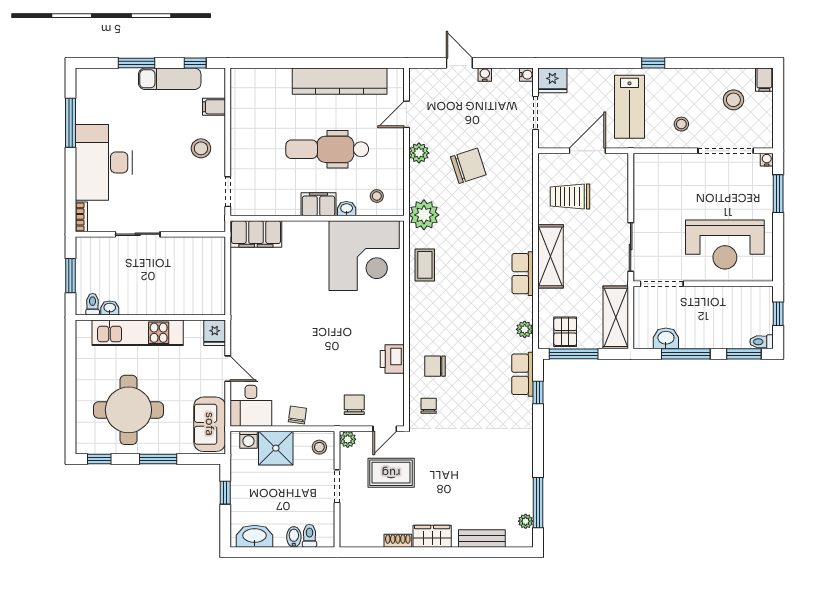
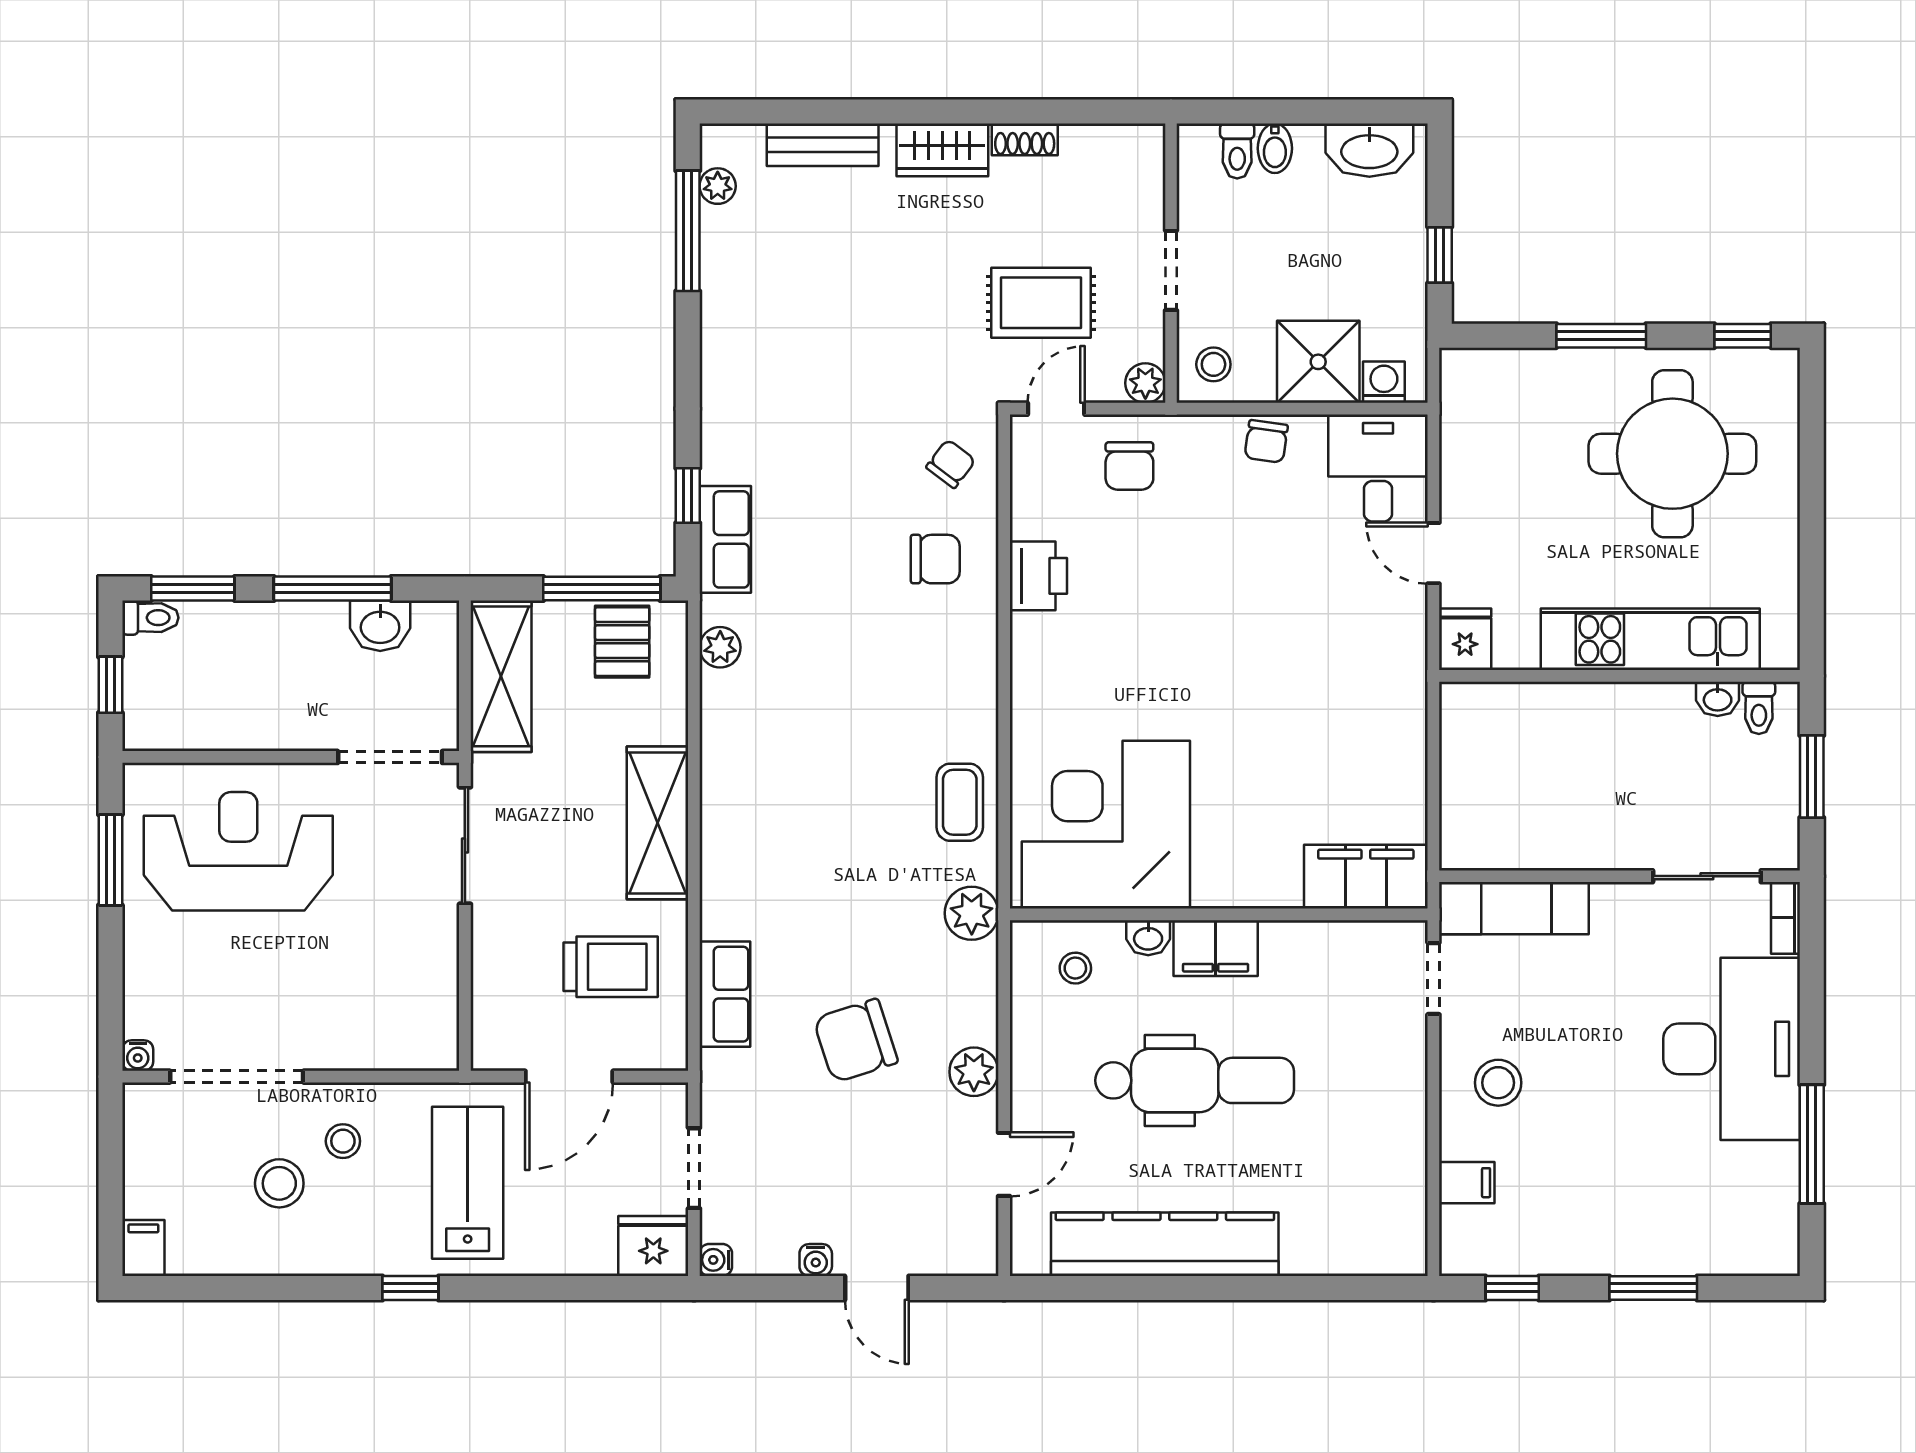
exam couch: (170, 79) -> (1514, 908), moved, turned 180
stool: (733, 100) -> (279, 1183), moved
window: (778, 194) -> (110, 860), moved
plant: (424, 215) -> (972, 913), width x0.73, depth x0.73
sliding door: (138, 234) -> (1707, 876), moved
row of seats: (523, 274) -> (725, 994), moved
chair: (429, 406) -> (951, 464), turned -143
sofa: (210, 424) -> (1477, 419), removed

